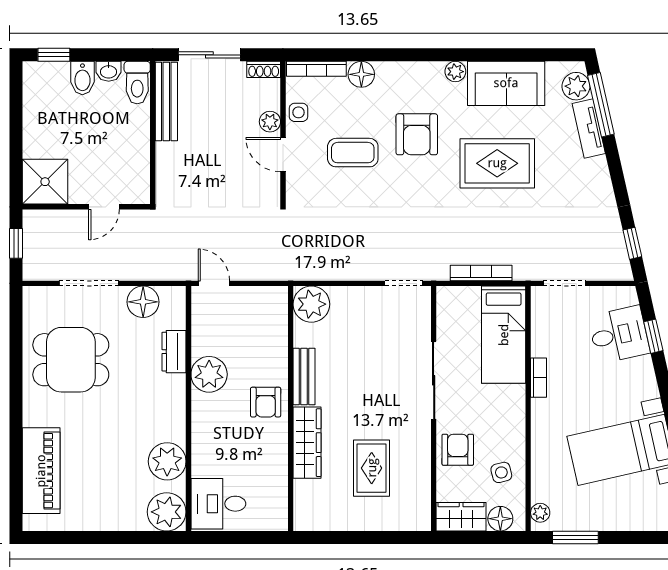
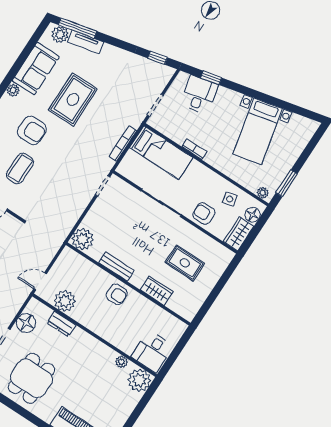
plant: (209, 374) -> (65, 301), moved
wardrobe: (307, 443) -> (157, 291), width x0.67
plant: (167, 461) -> (121, 362), width x0.53, depth x0.53

